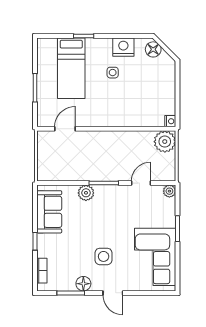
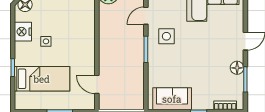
door: (141, 183) -> (146, 16), hinge flipped
plant: (86, 193) -> (155, 65), removed
side table: (104, 256) -> (166, 36), moved

